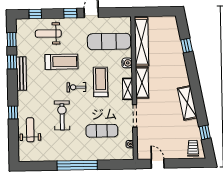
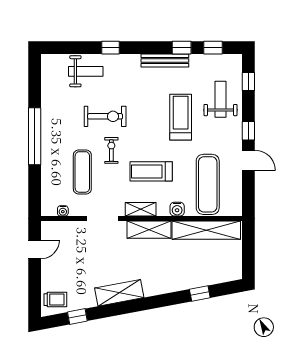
treadmill: (62, 62) -> (181, 117), turned 180
treadmill: (101, 82) -> (151, 171), turned 180
exercise bike: (76, 87) -> (111, 150), moved

